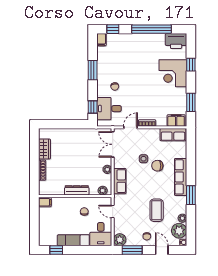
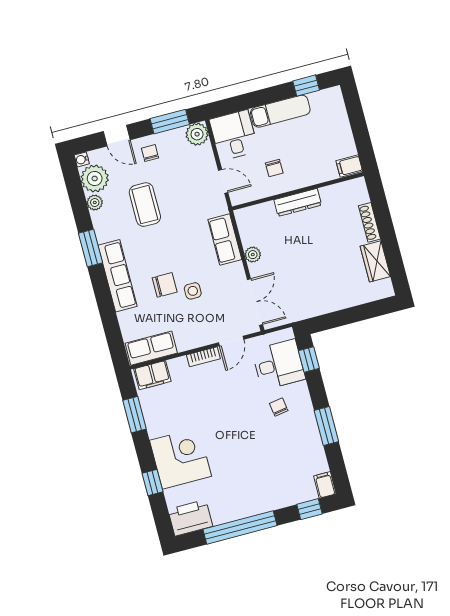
plant: (103, 191) -> (251, 214), removed

